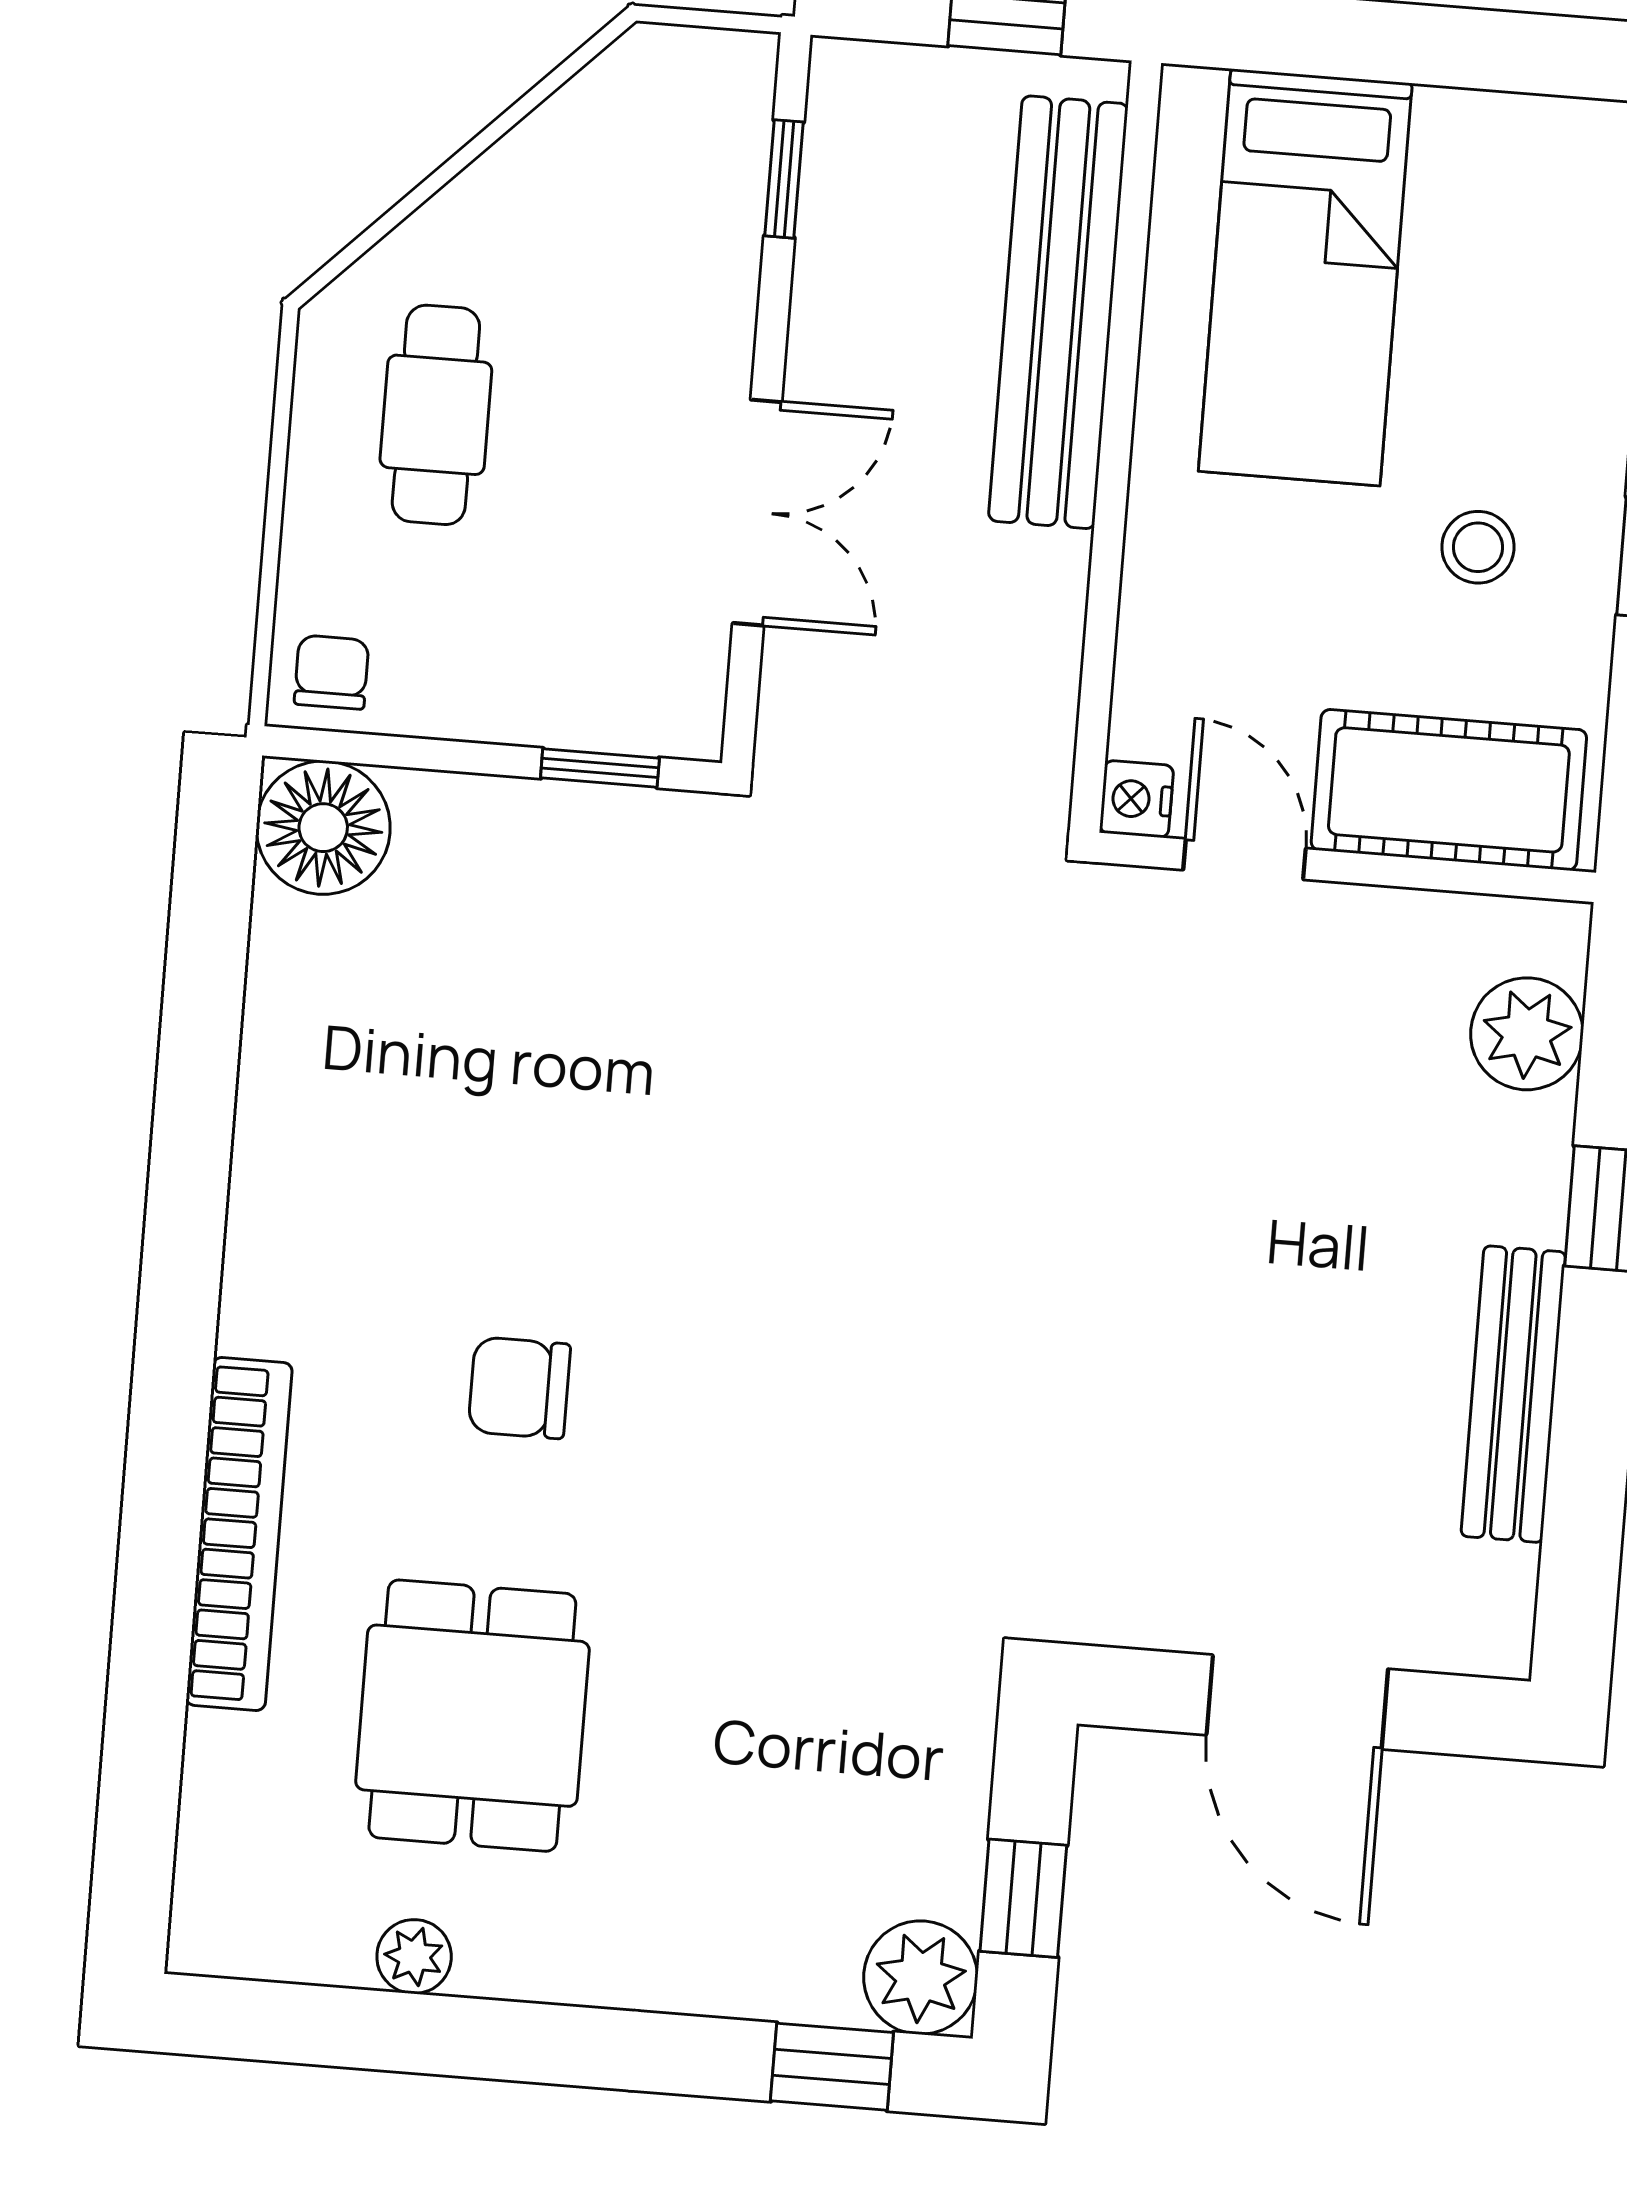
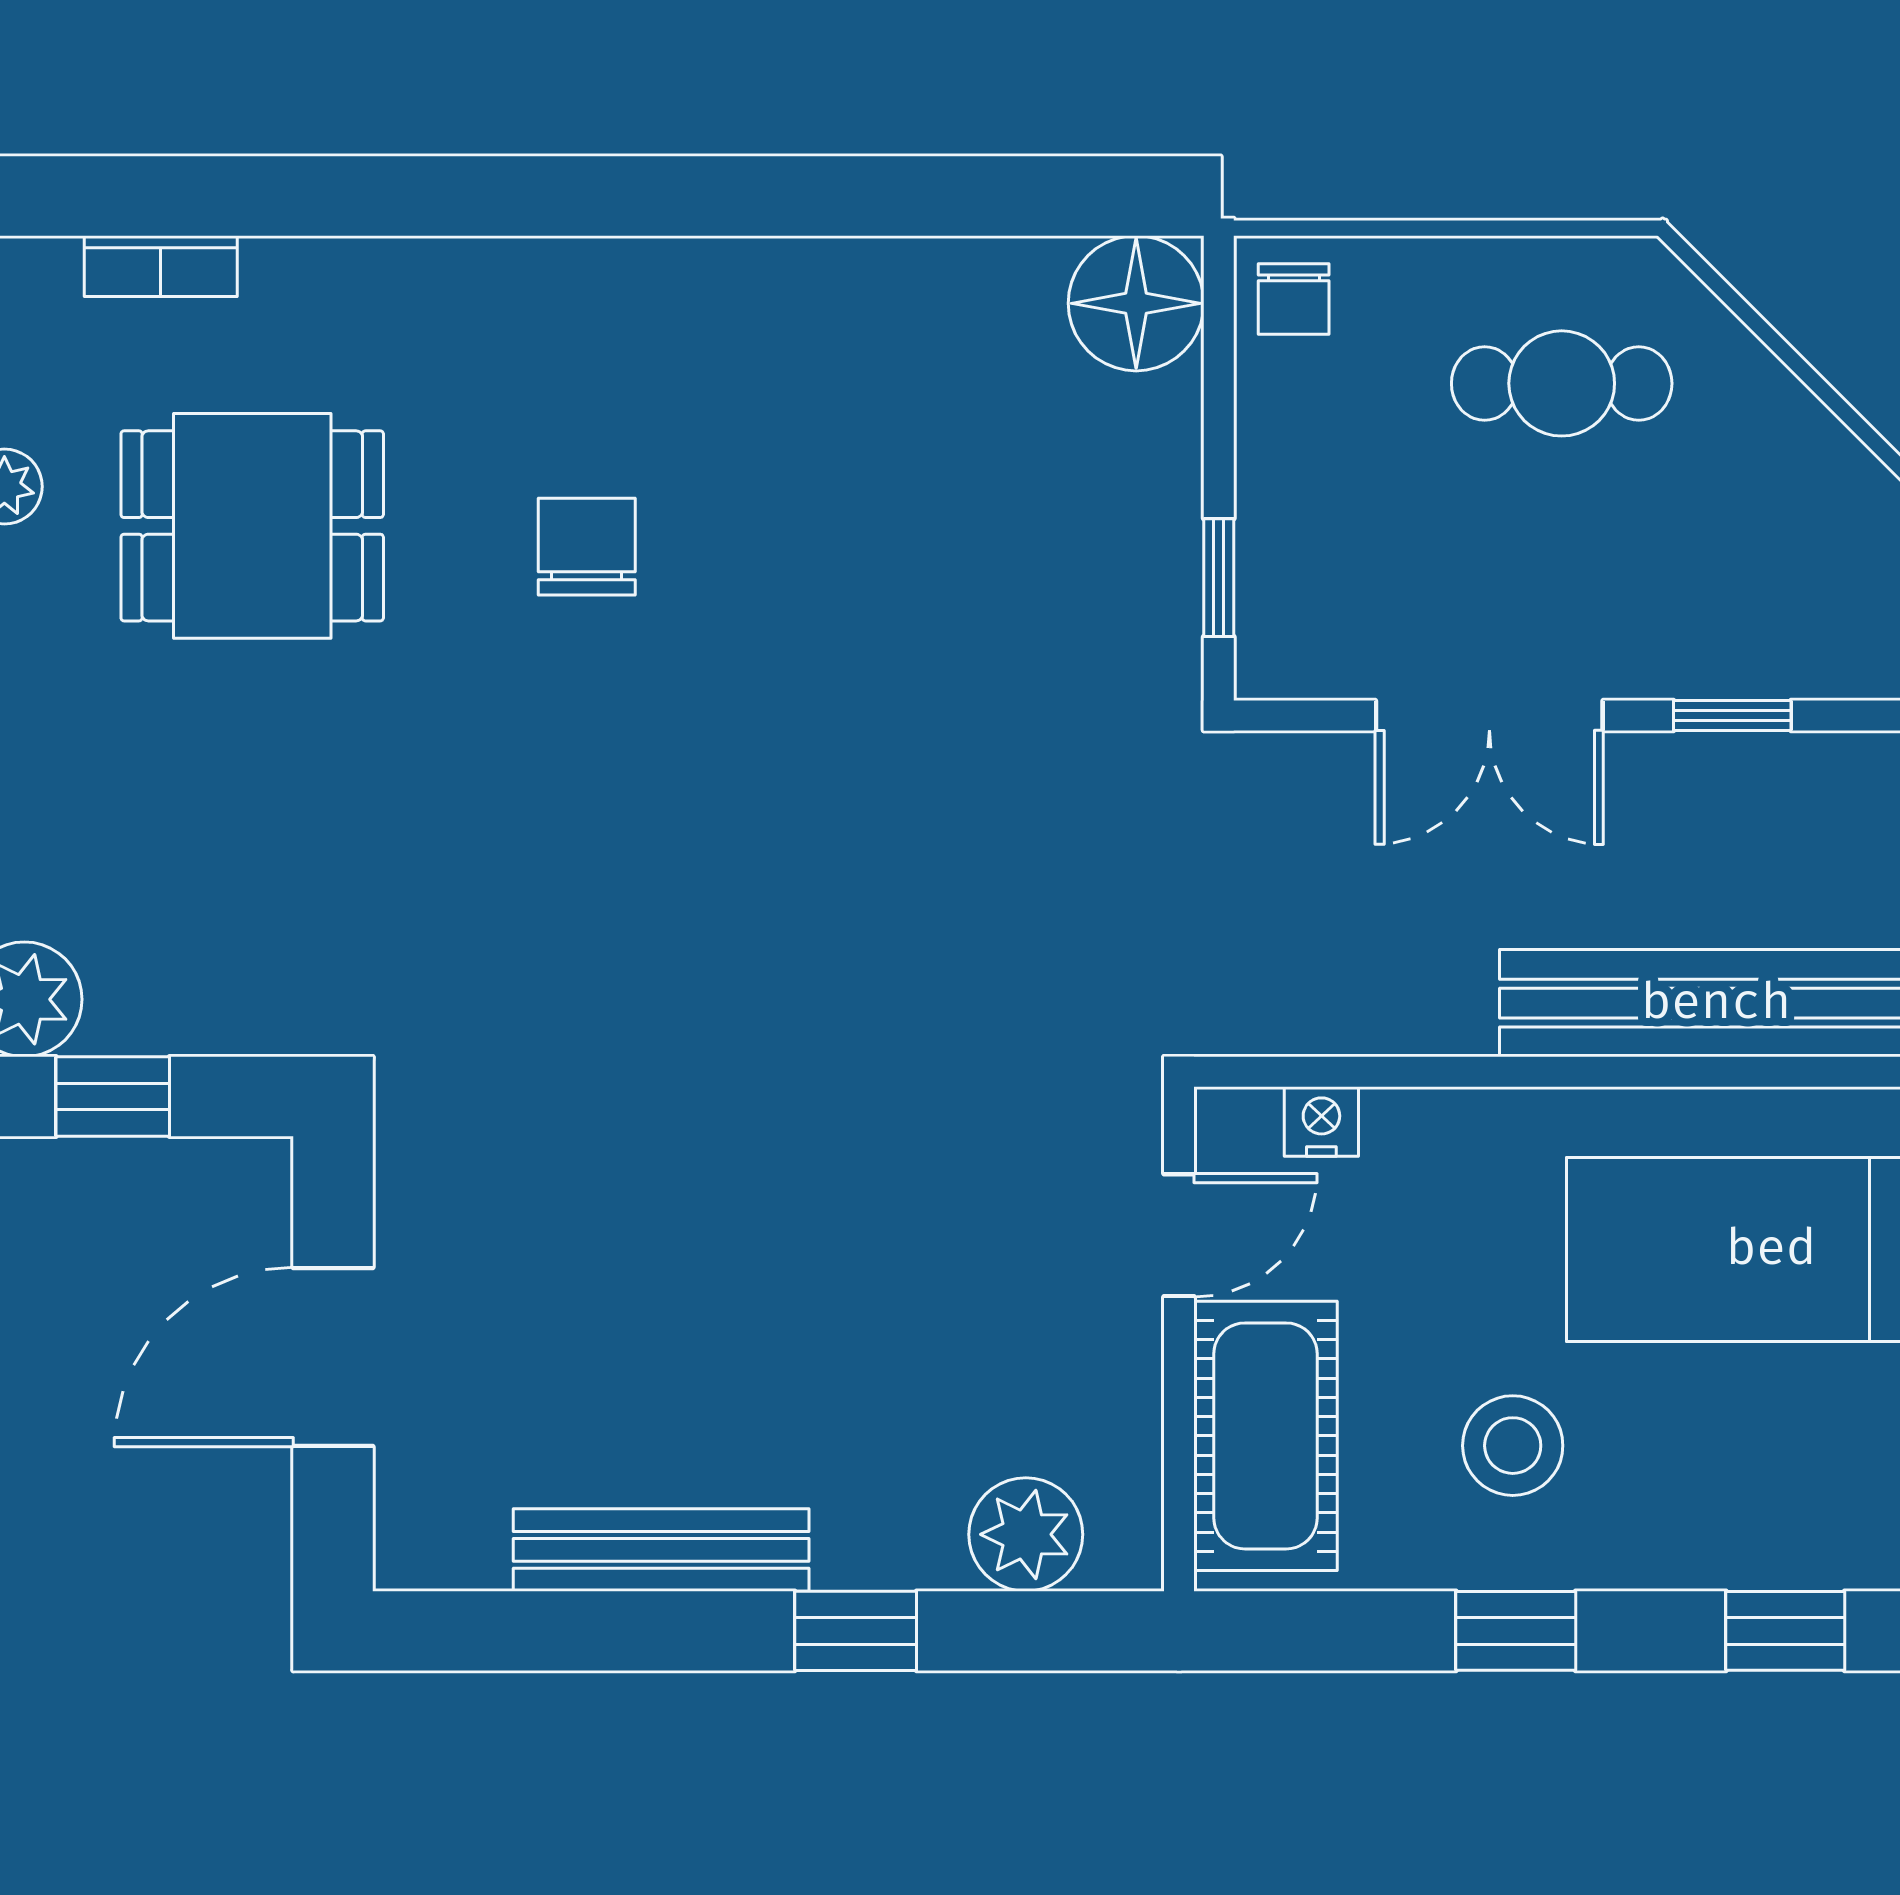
window: (784, 179) -> (1732, 715), moved
stool: (1478, 547) -> (1513, 1446), width x1.37, depth x1.37
chair: (332, 672) -> (1294, 299), turned 90
nightstand: (1137, 799) -> (1321, 1122), moved
bookcase: (239, 1534) -> (161, 266), moved, width x0.43, depth x0.76

